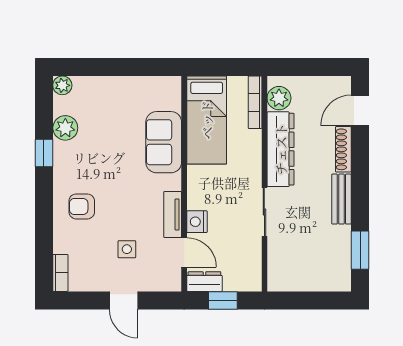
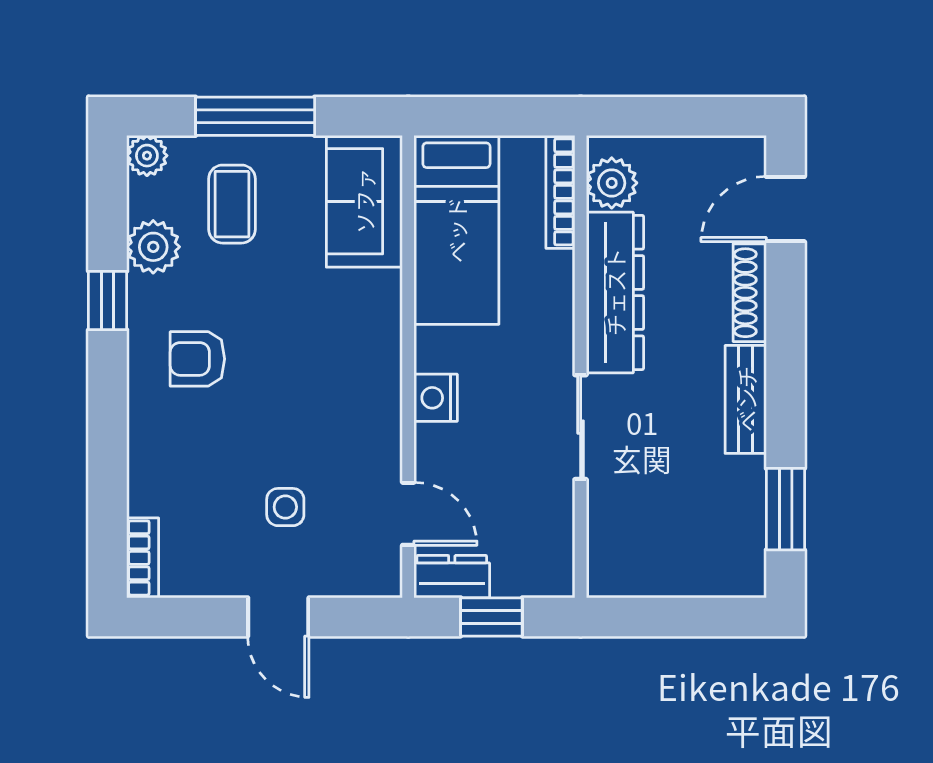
window: (113, 67) -> (255, 116), added
coffee table: (102, 108) -> (232, 204), added
sofa: (164, 142) -> (364, 201), moved
armchair: (82, 206) -> (197, 359), moved
tv unit: (173, 214) -> (384, 433), removed
nightstand: (197, 222) -> (436, 398), moved

